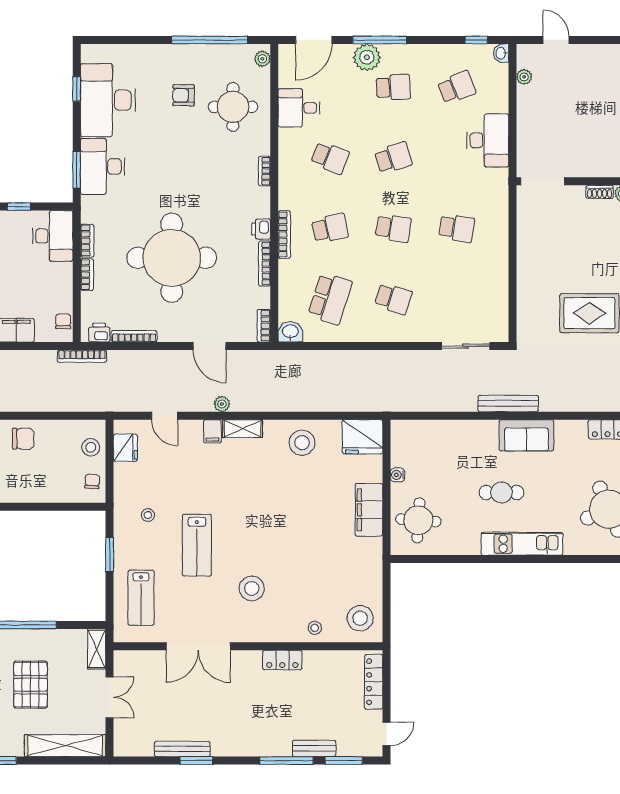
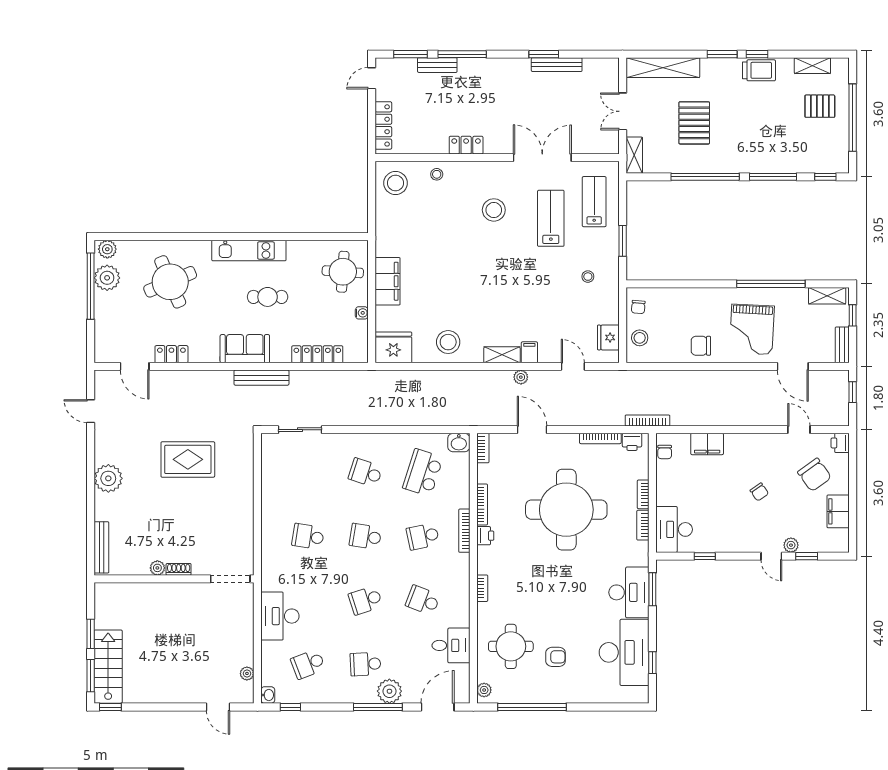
locker: (446, 429) -> (317, 354), added
lab bench: (197, 545) -> (551, 218), moved

